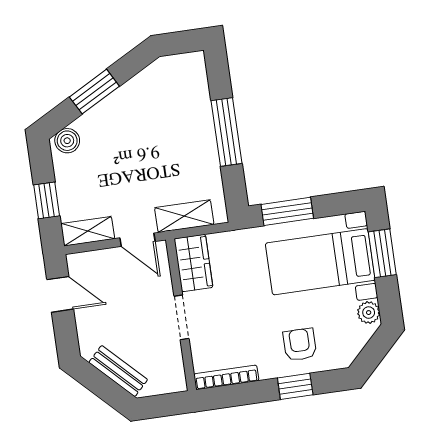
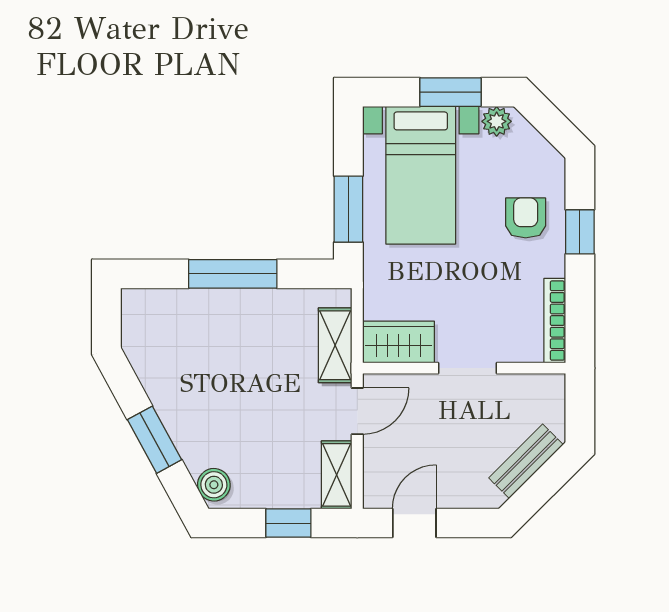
window: (382, 253) -> (450, 92), moved
armchair: (300, 345) -> (526, 218), turned 90

